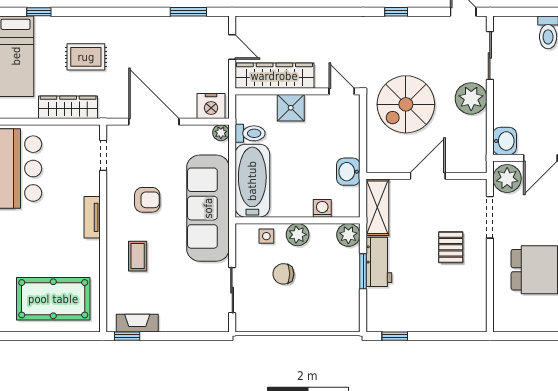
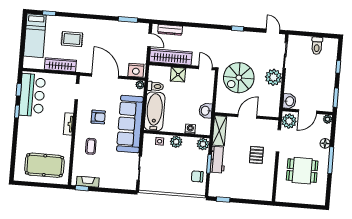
dresser: (269, 25) -> (170, 30), added
chair: (283, 274) -> (197, 176), moved

